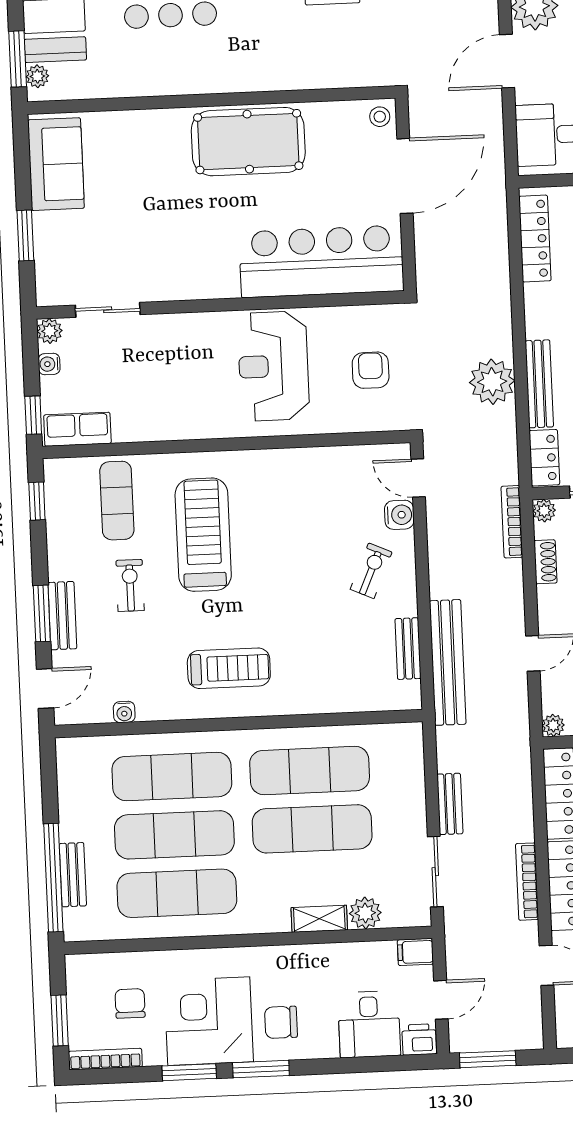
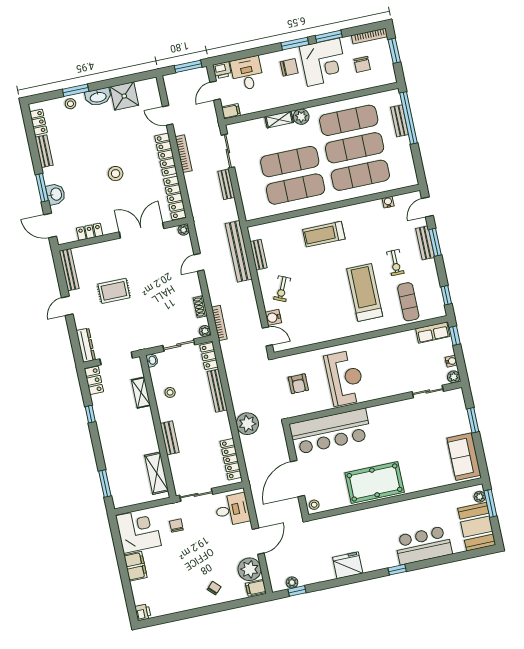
plant: (492, 382) -> (247, 424), moved
treadmill: (203, 535) -> (365, 292), turned 180
treadmill: (229, 668) -> (324, 234), moved
plant: (365, 913) -> (301, 117), moved

